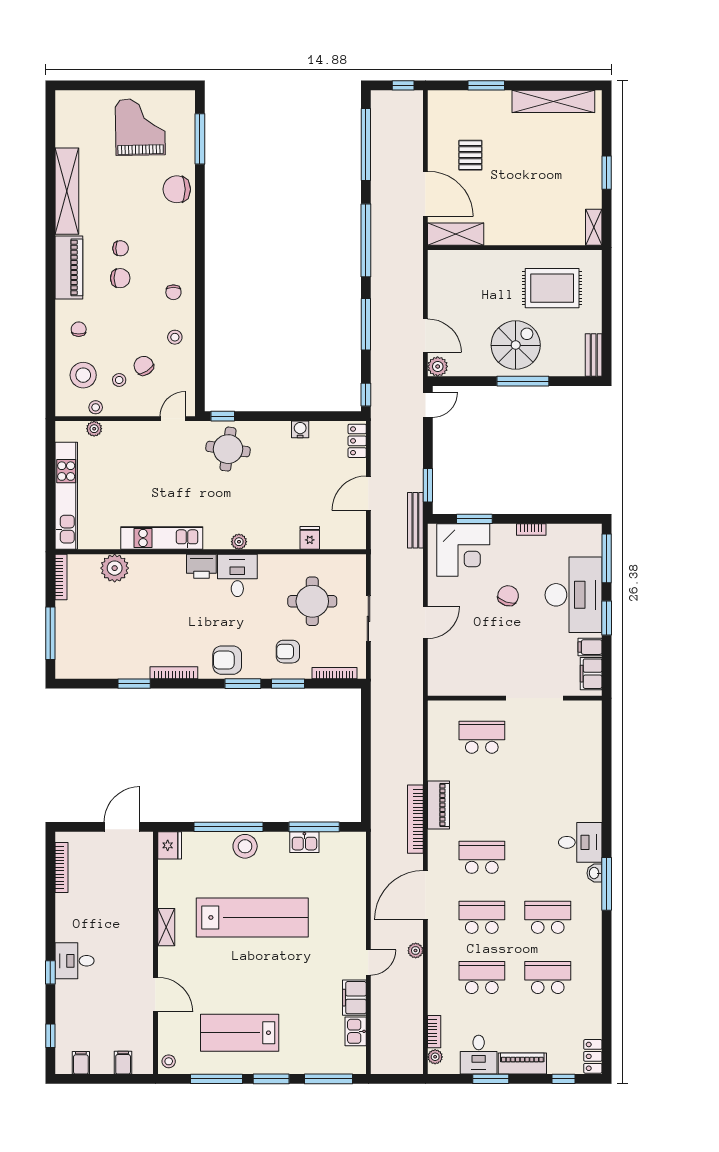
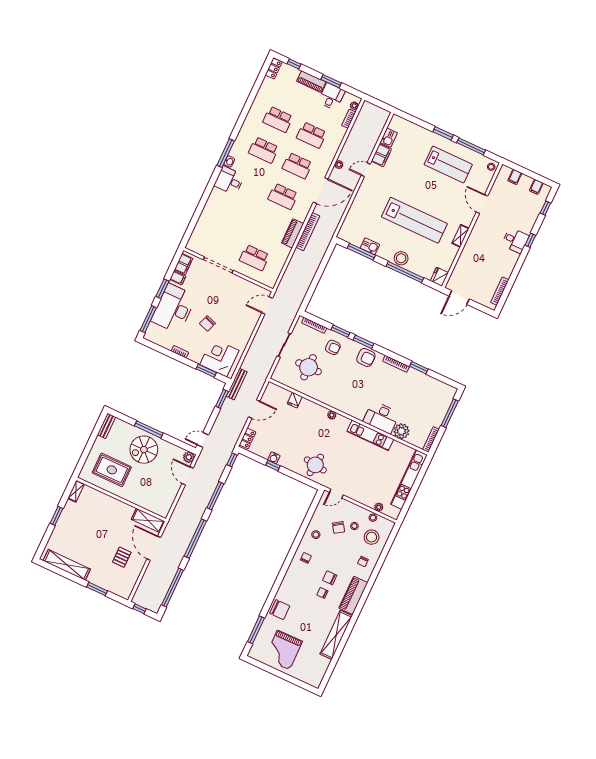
window: (223, 416) -> (273, 466), moved
printer: (201, 566) -> (357, 412), removed
desk: (237, 575) -> (381, 417), moved, width x1.37
door: (425, 623) -> (267, 305), moved
lab bench: (252, 917) -> (414, 220), turned 180
window: (328, 1079) -> (414, 120), removed

